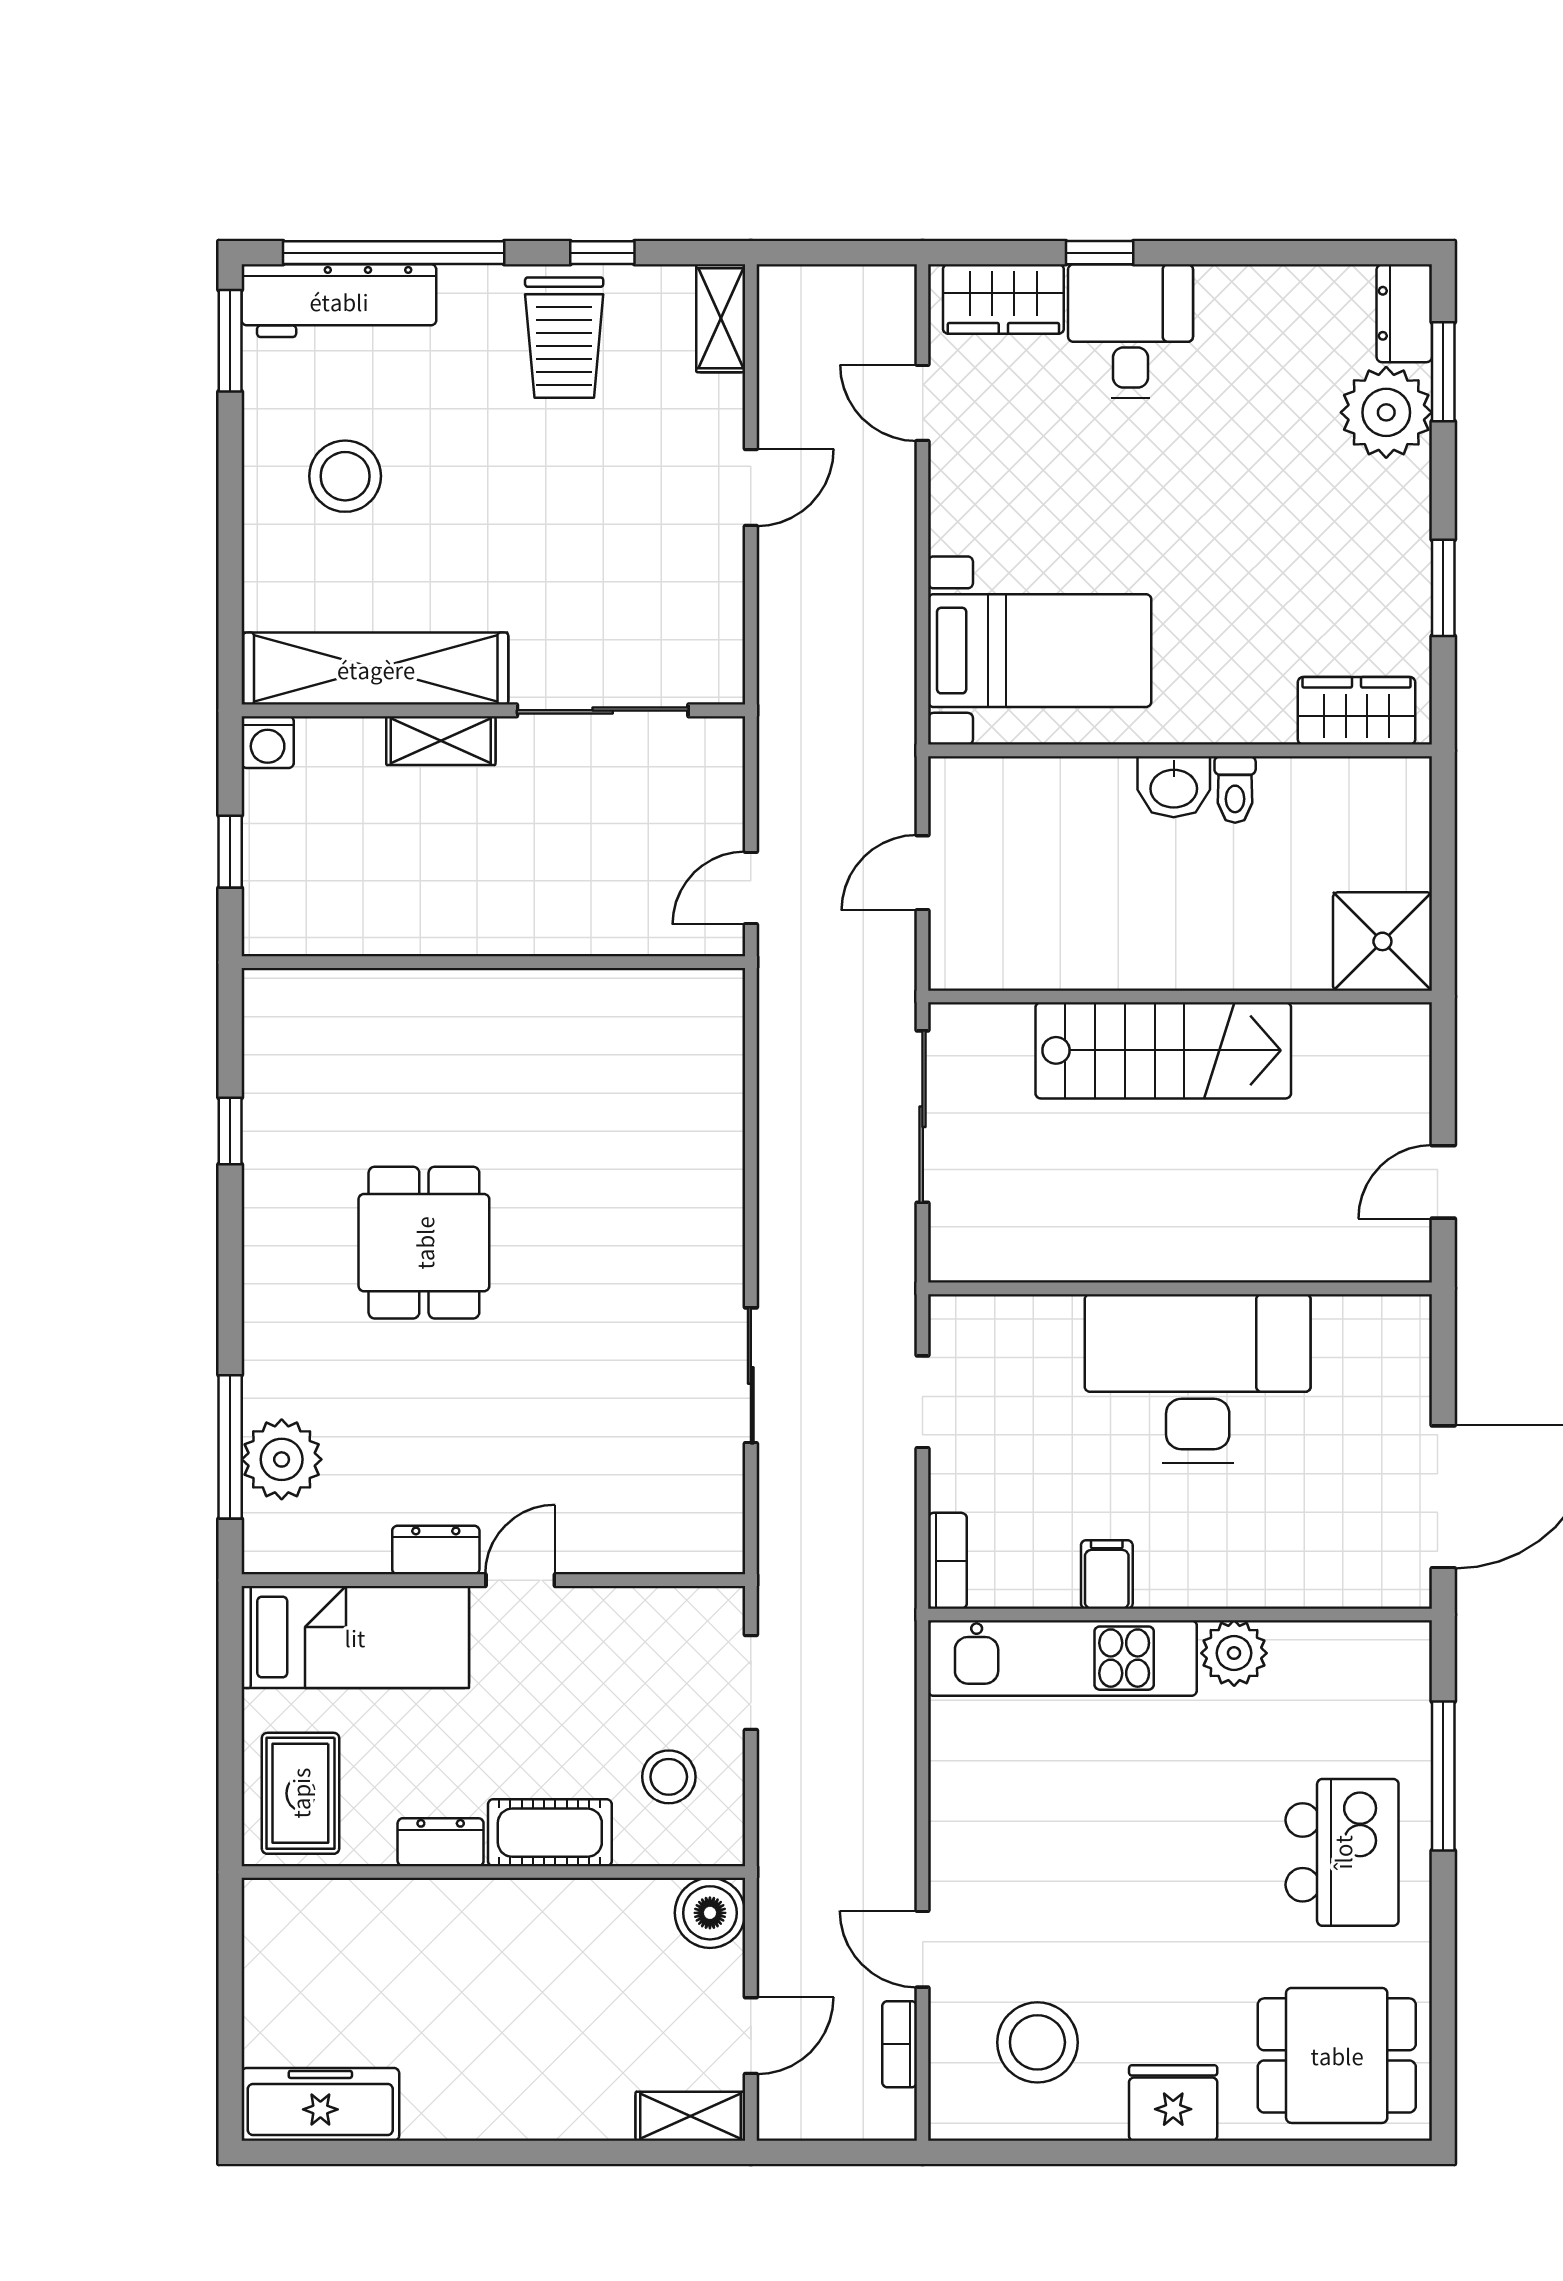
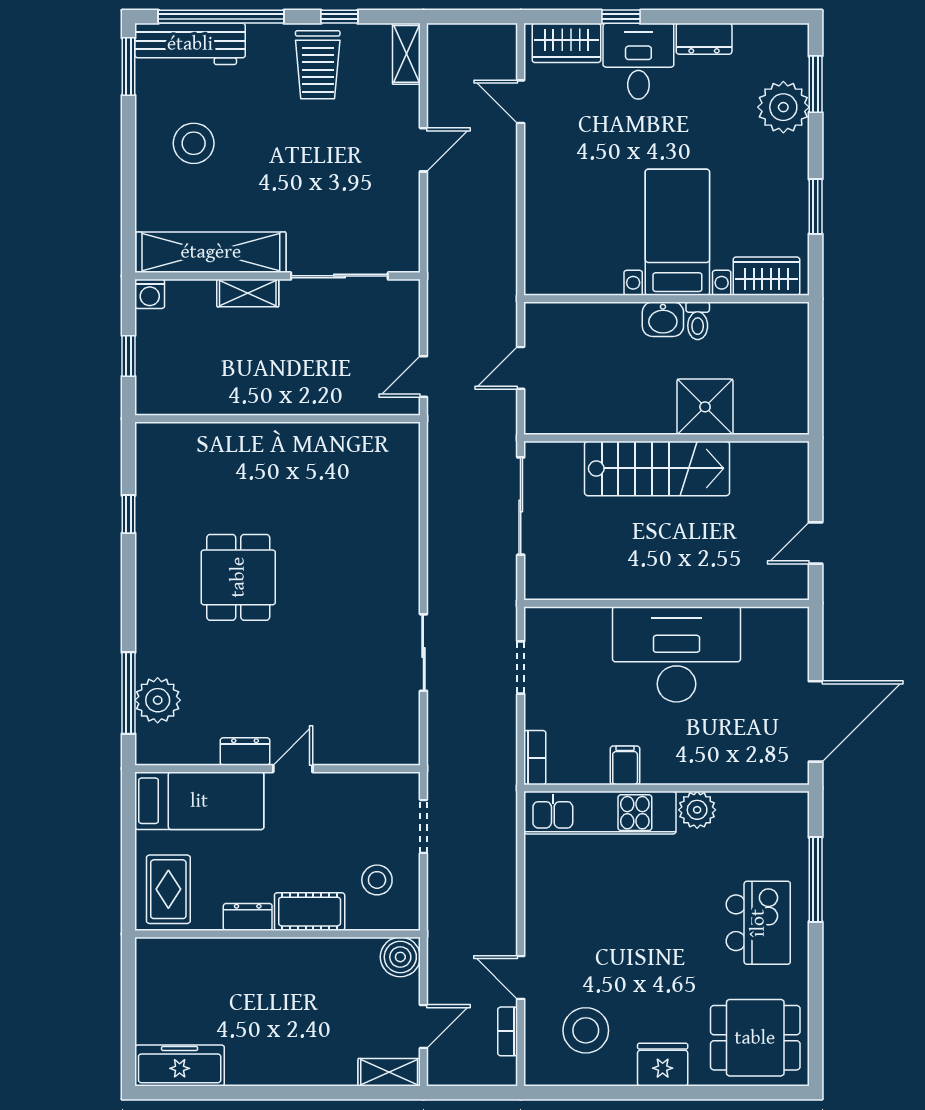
dresser: (1404, 313) -> (704, 39), moved, turned -90
bed with nightstands: (1040, 651) -> (677, 232), moved, turned -90
shower: (1382, 941) -> (705, 407), moved

